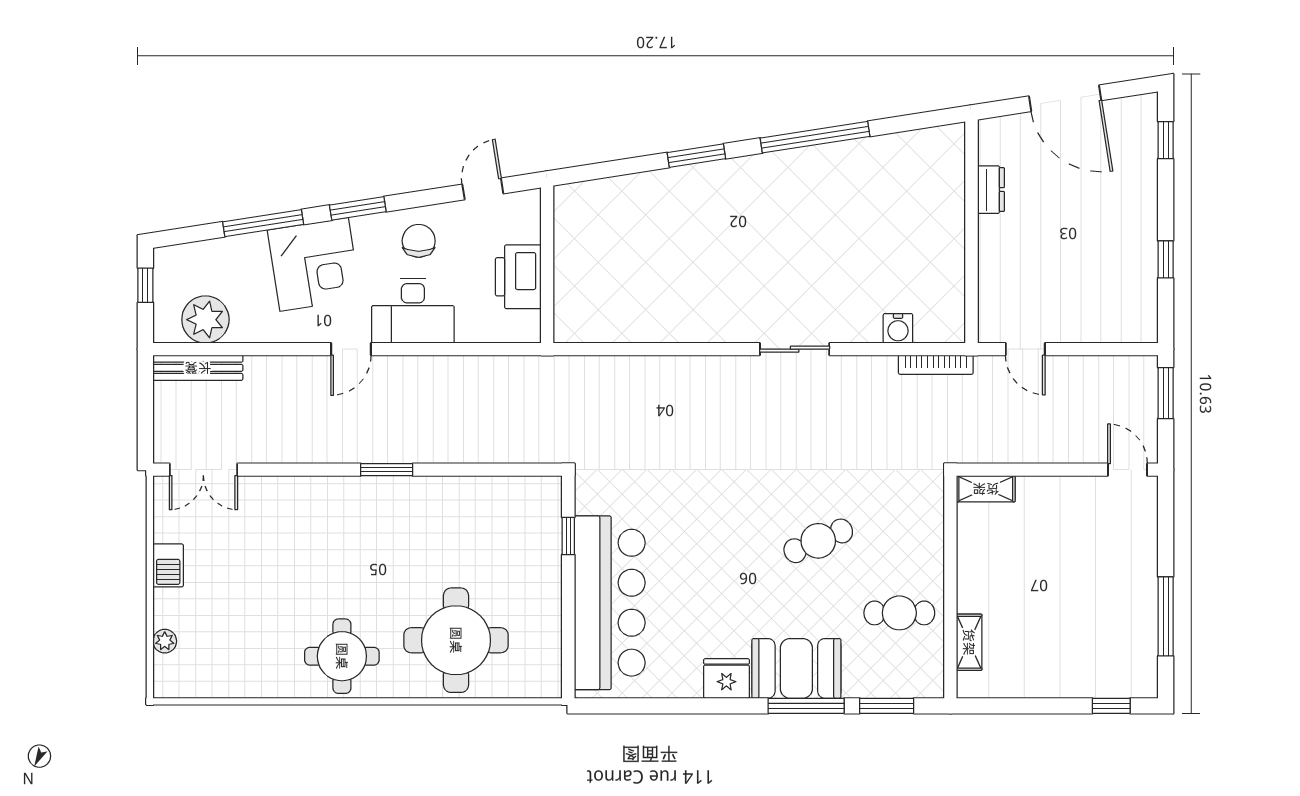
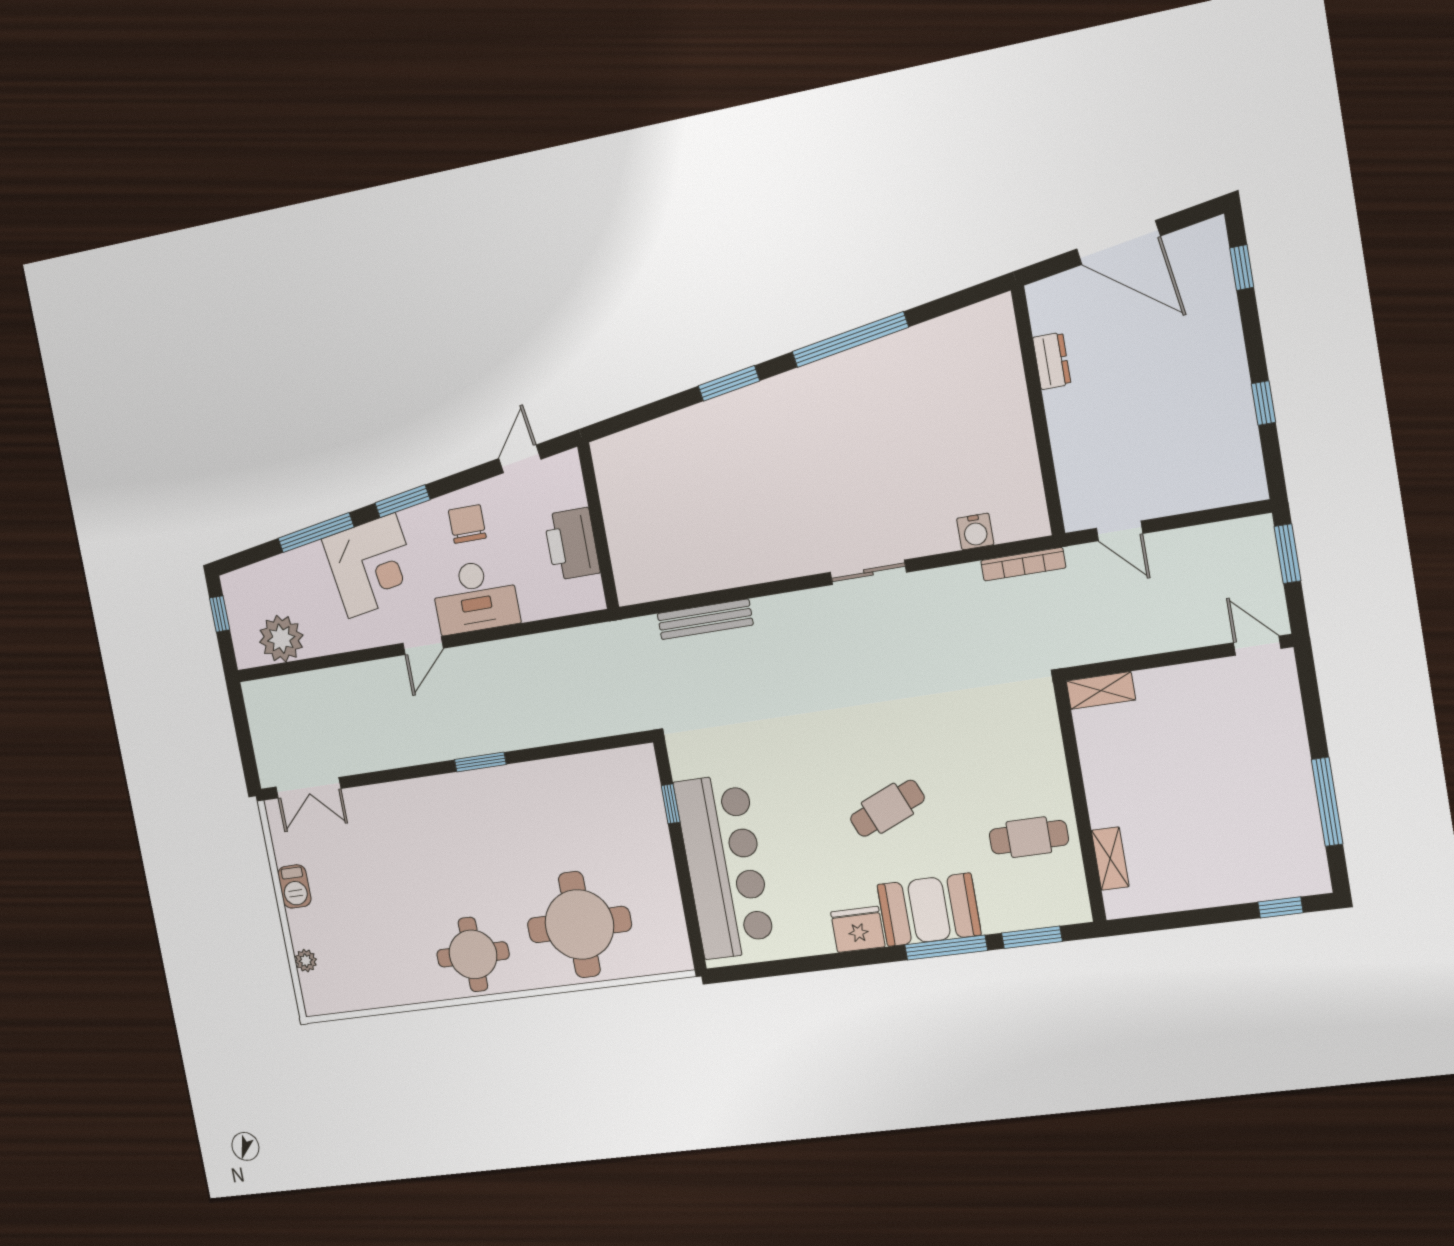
bench: (198, 368) -> (705, 619), moved
cafe table: (818, 541) -> (887, 808), moved

